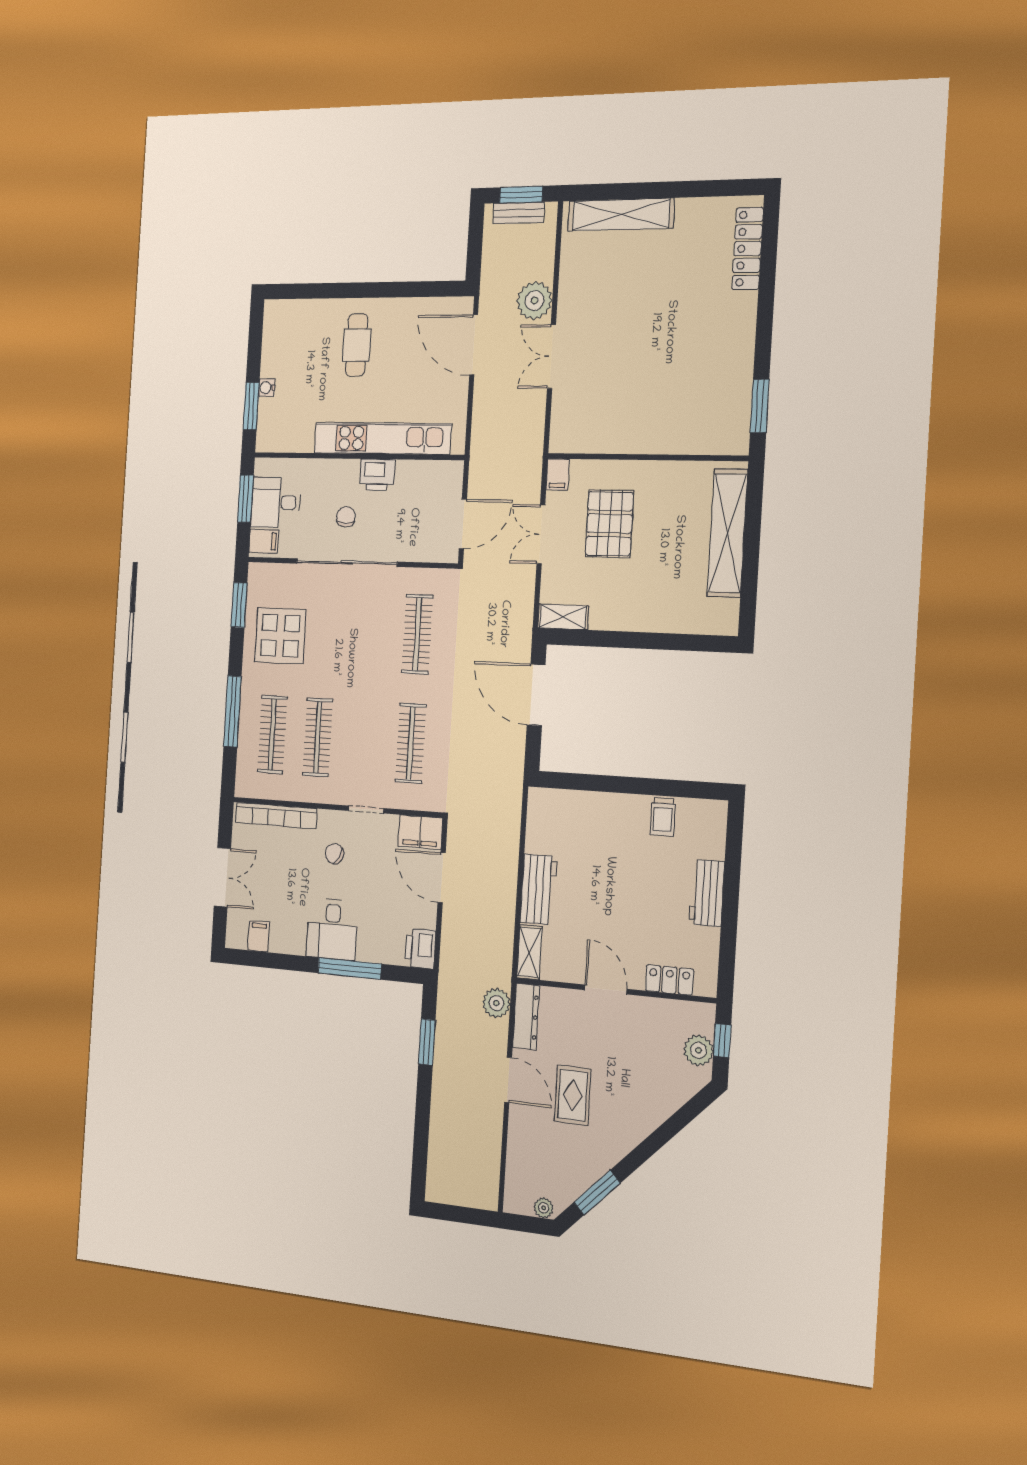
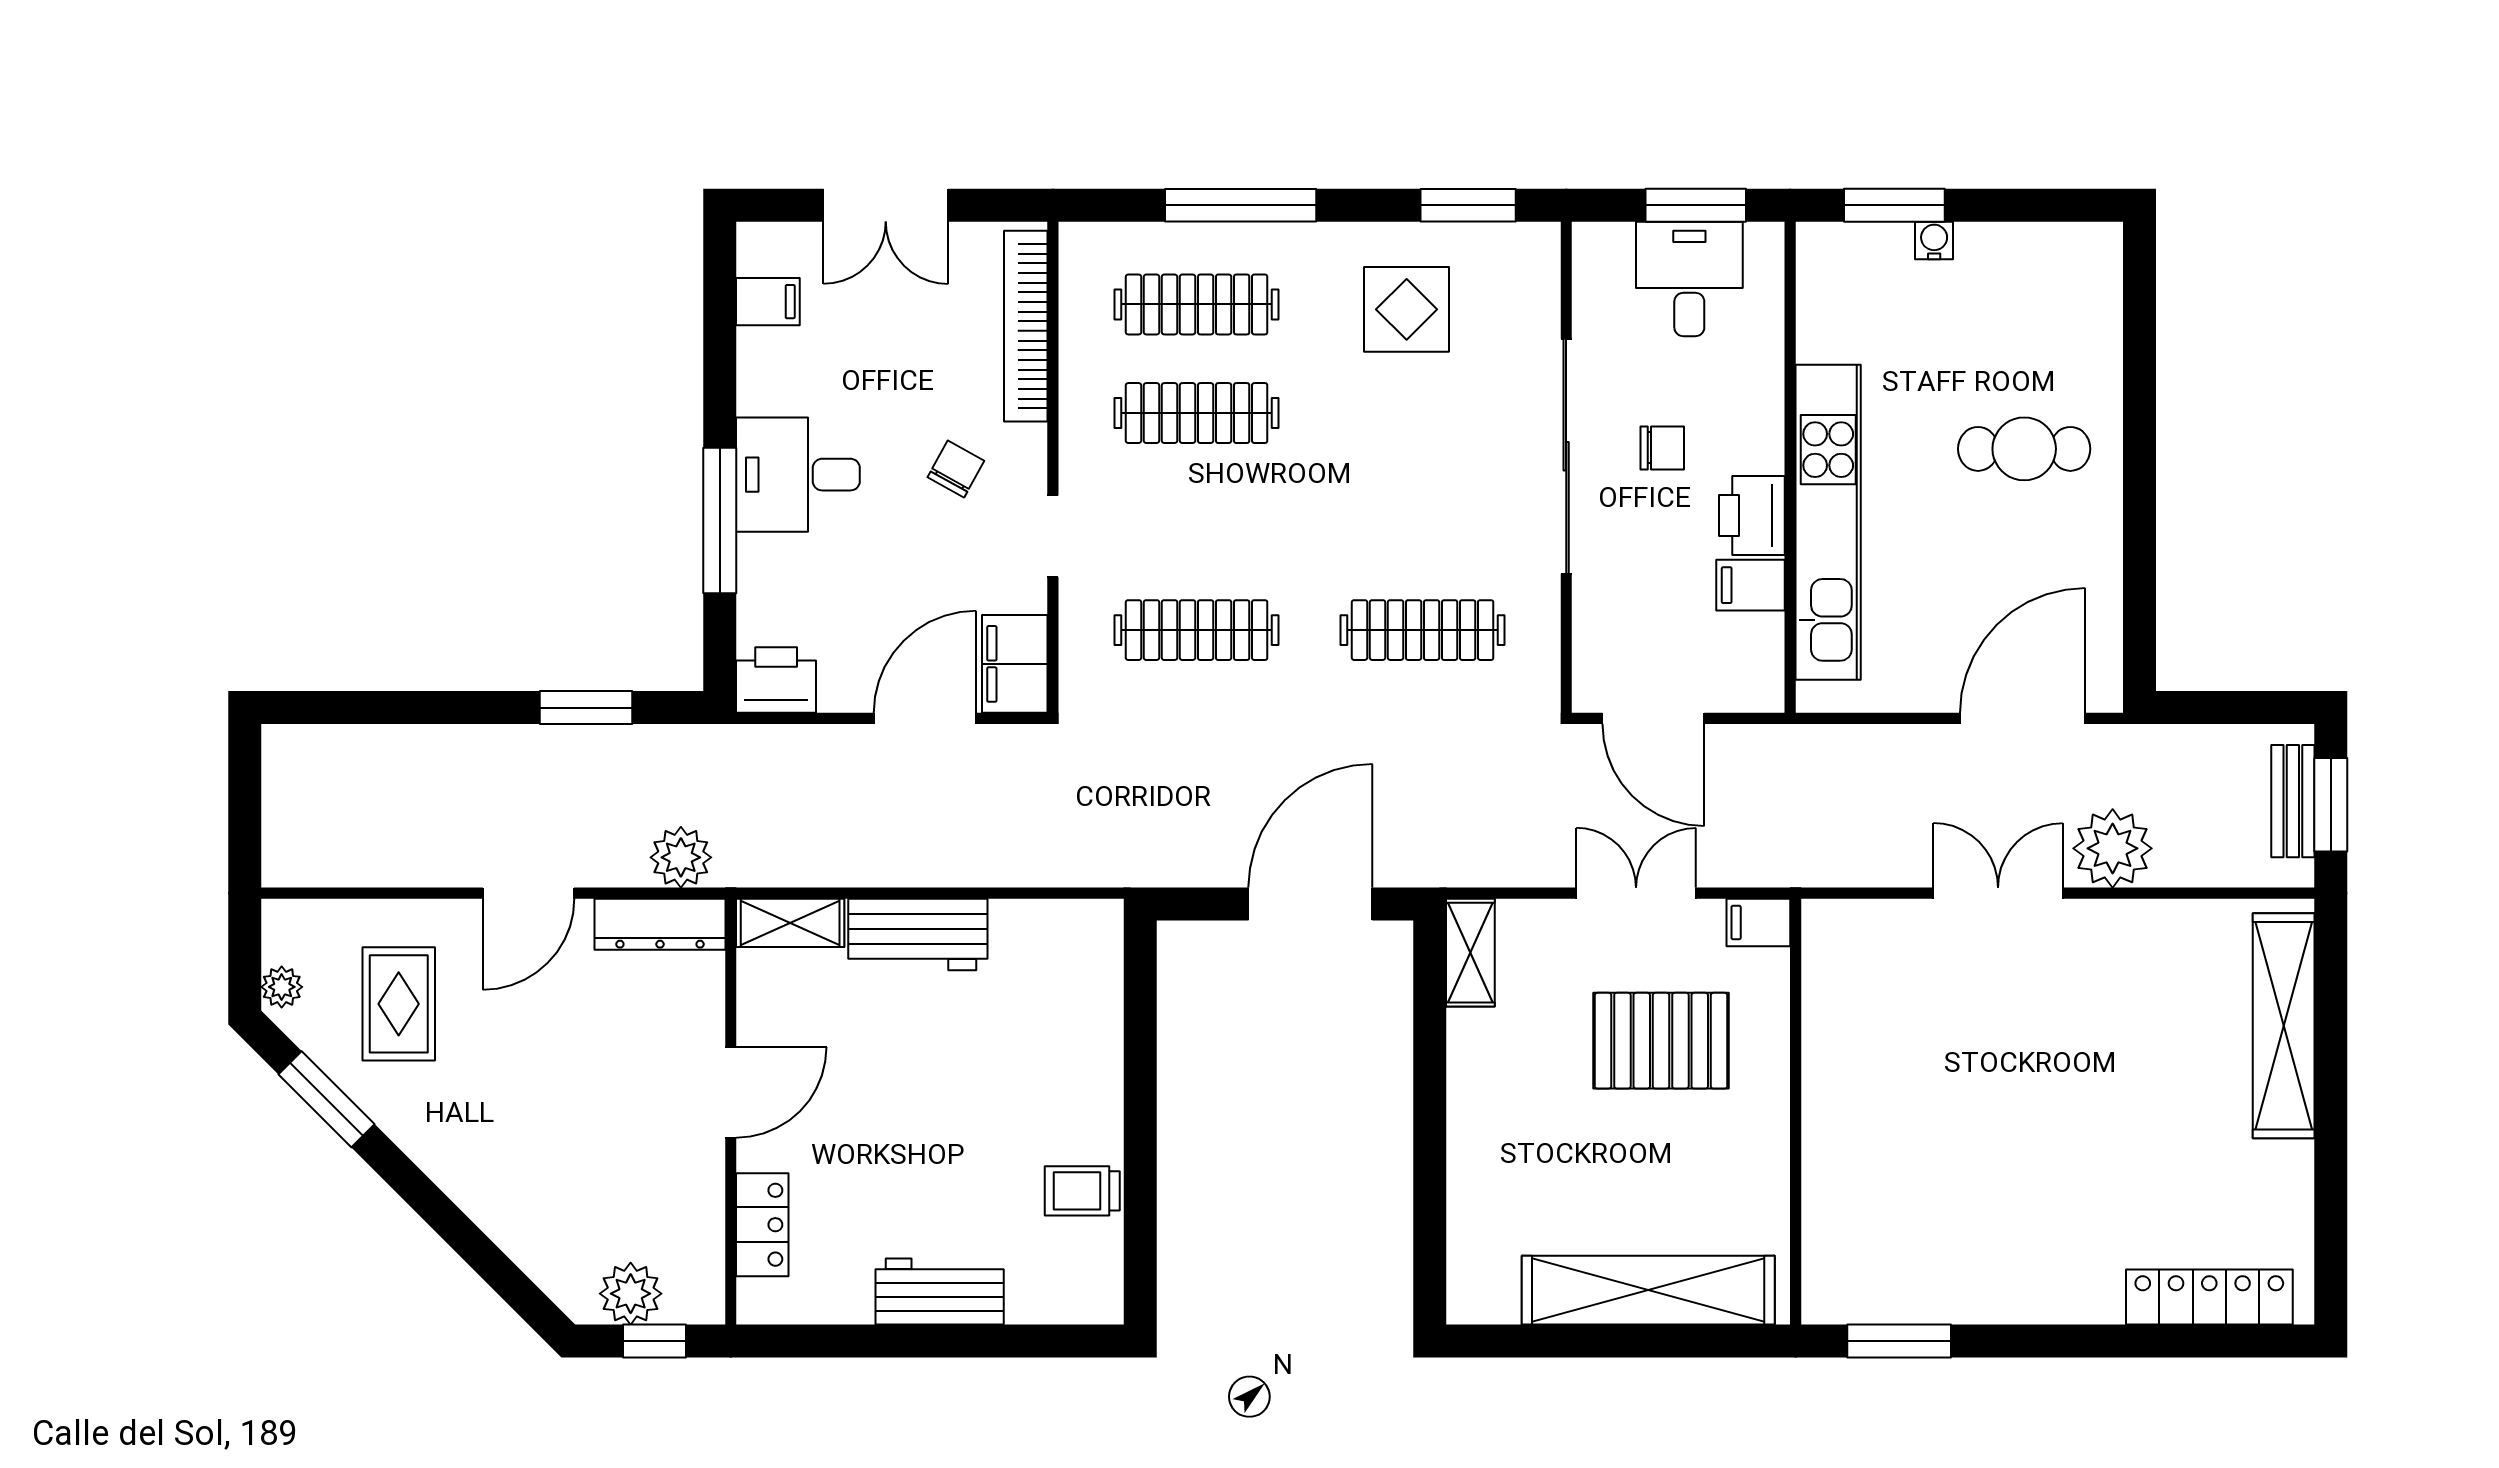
filing cabinet: (264, 541) -> (1751, 585), moved, turned 90
display table: (280, 636) -> (1407, 309), width x0.73, depth x0.73
rug: (573, 1095) -> (399, 1004), moved, turned 90

